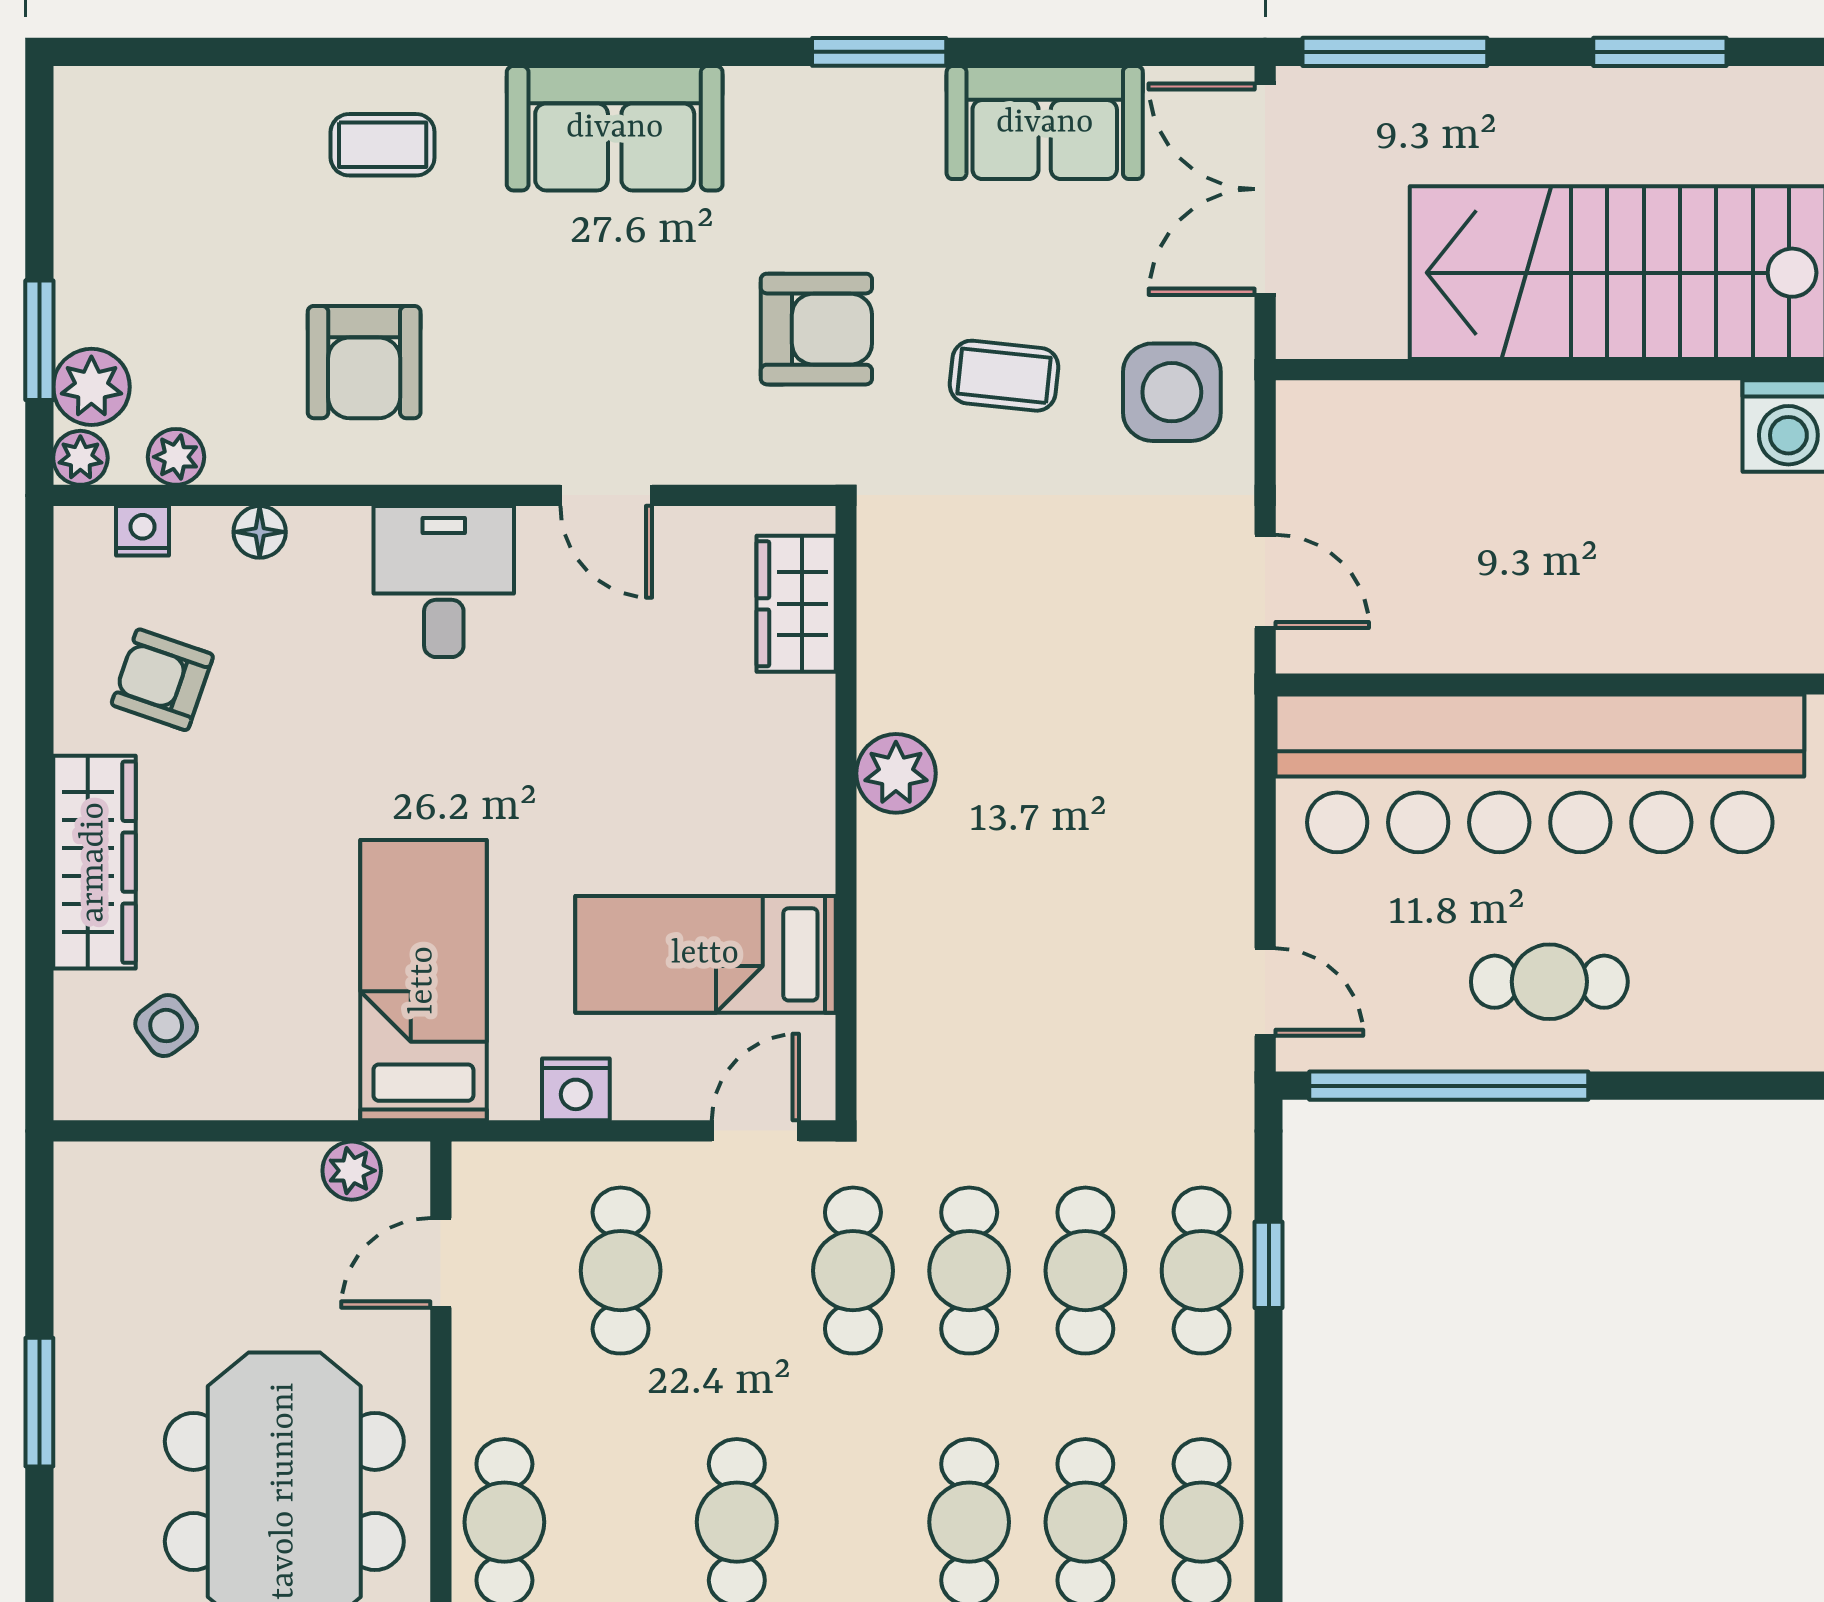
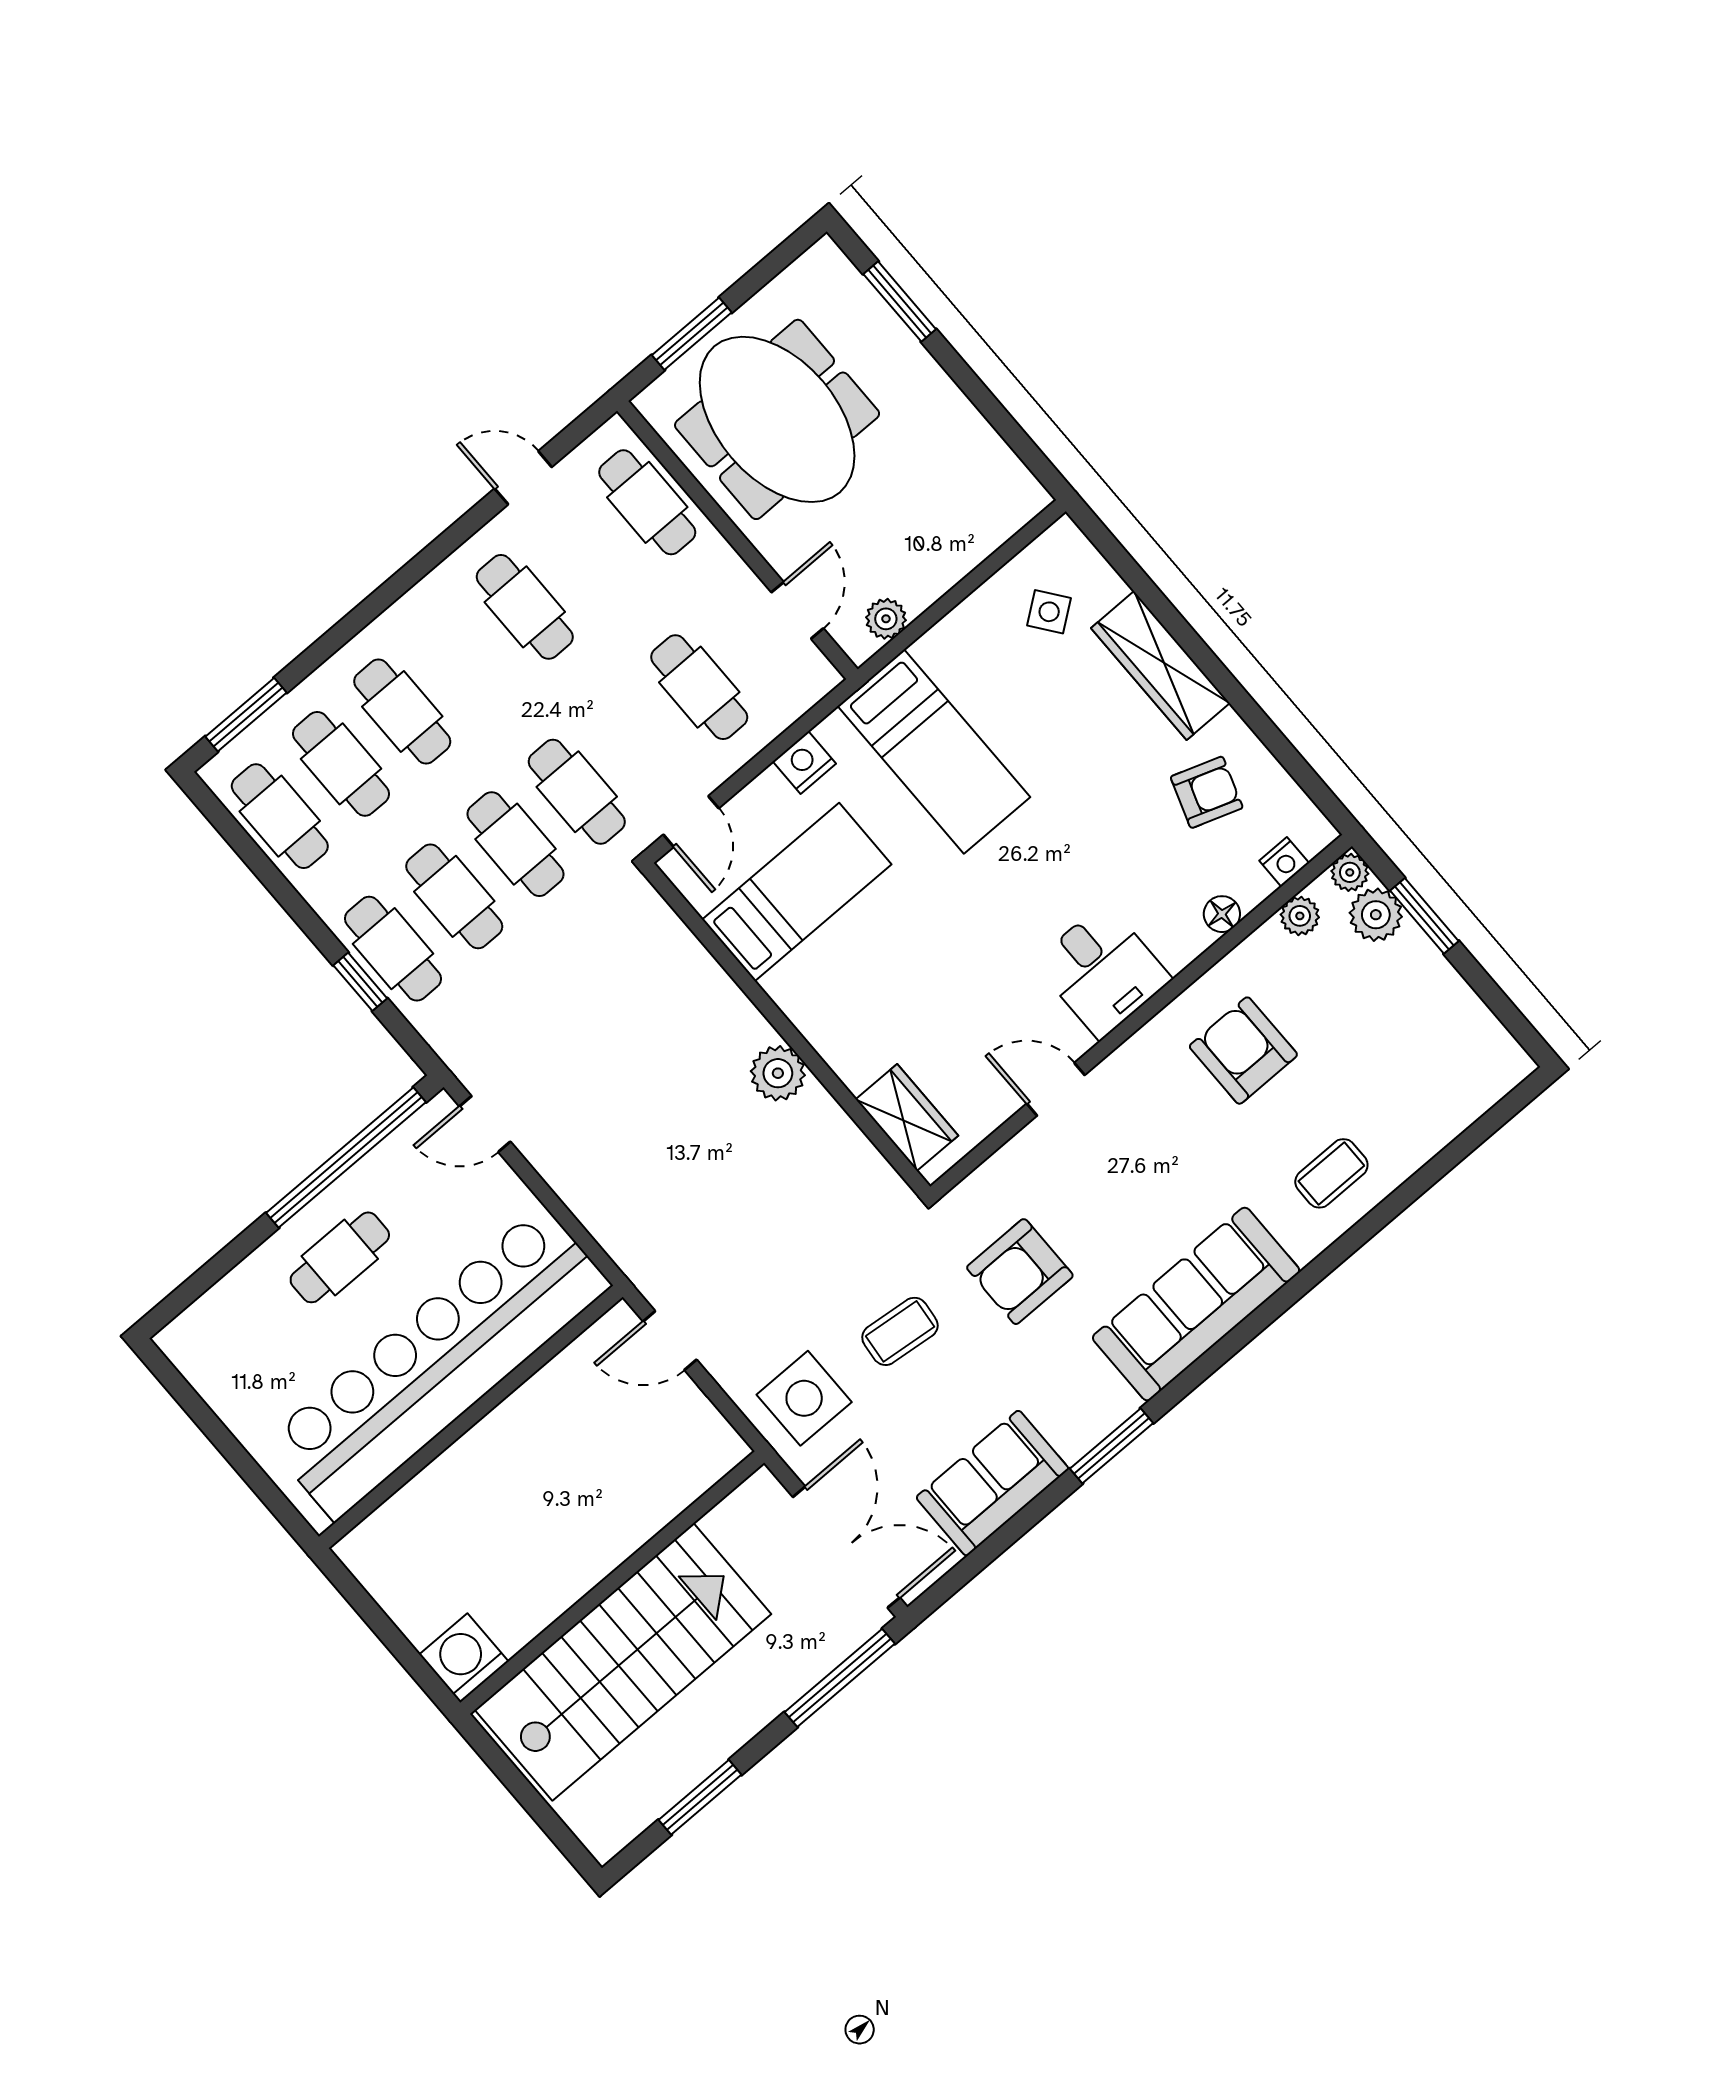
sofa: (615, 128) -> (1196, 1304), width x1.36
window: (39, 1402) -> (900, 302), moved

